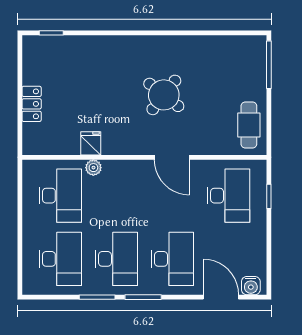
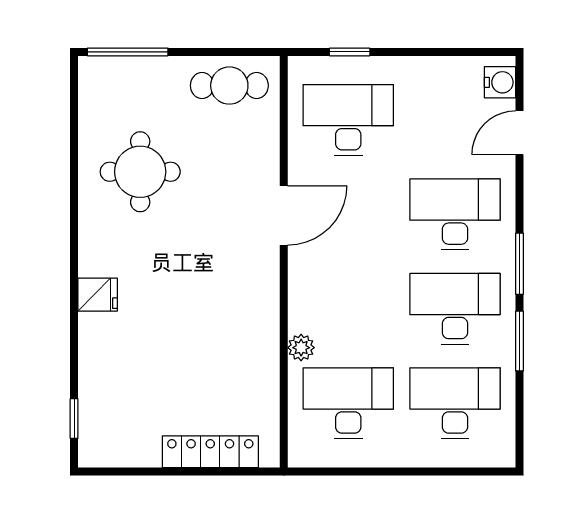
round table: (164, 95) -> (140, 172), moved, turned -38
locker: (32, 104) -> (210, 452), width x1.53
fridge: (91, 143) -> (98, 295), moved, turned 180
door: (221, 297) -> (519, 133), width x0.73

